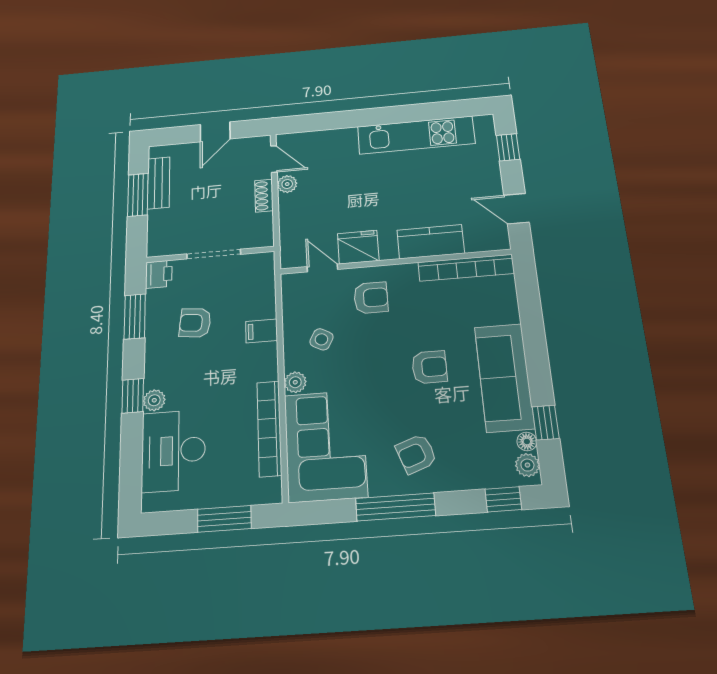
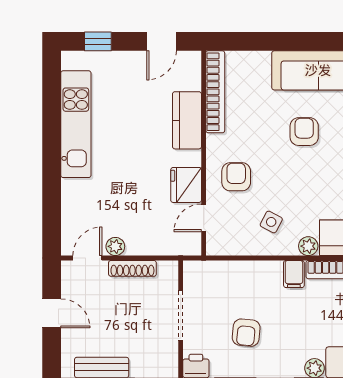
shoe rack: (264, 196) -> (132, 268), width x1.43
filing cabinet: (261, 331) -> (294, 274), moved

